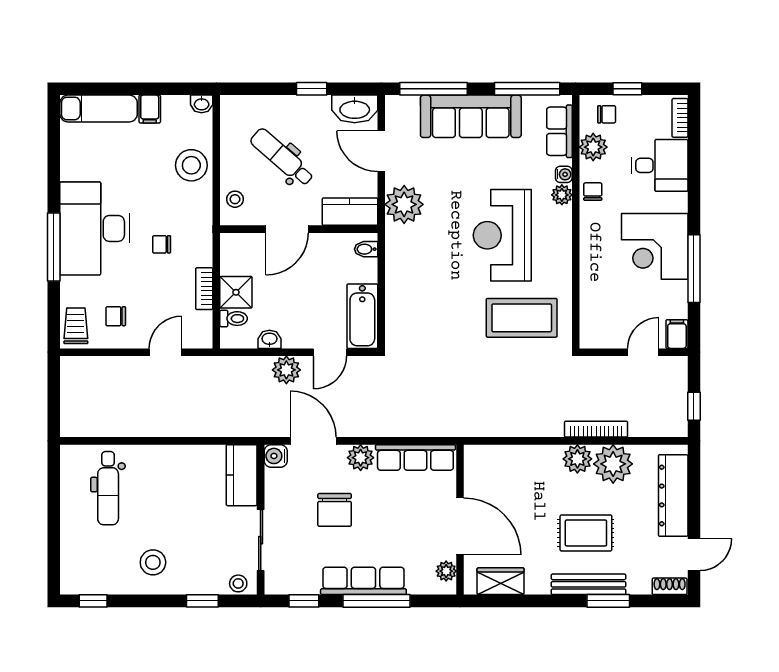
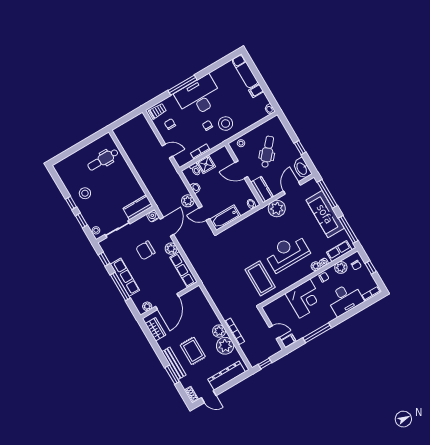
stool: (191, 165) -> (226, 124), moved
desk: (660, 165) -> (345, 299), width x1.37
corner desk: (655, 246) -> (305, 299), moved, turned 180
window: (93, 601) -> (71, 203), moved

